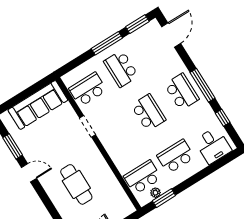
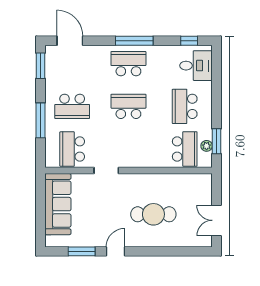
window: (107, 43) -> (40, 120), moved
window: (223, 118) -> (189, 41), moved
school desk: (142, 177) -> (185, 149), turned 180

